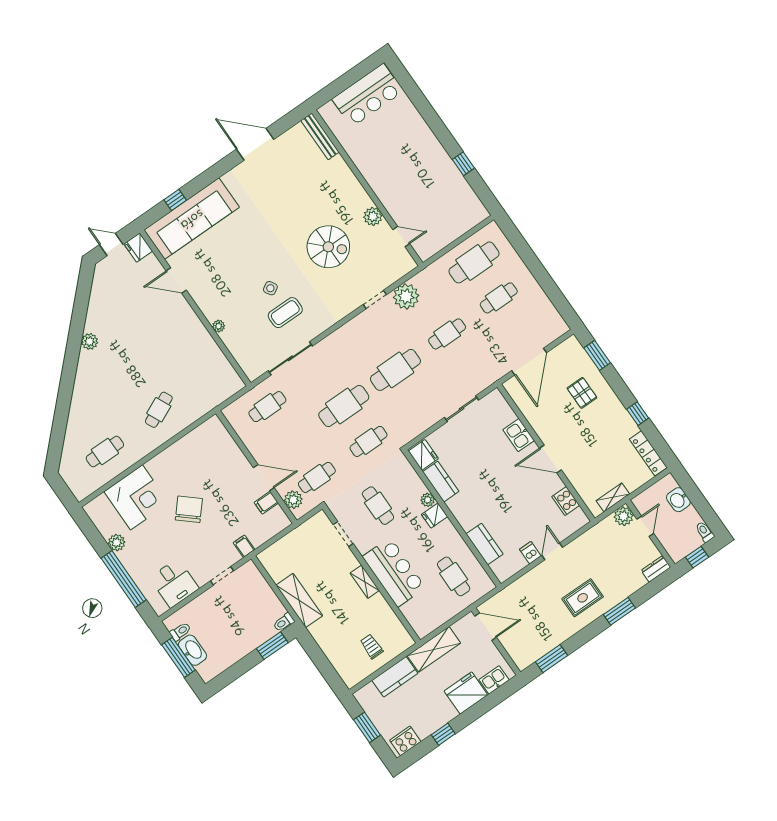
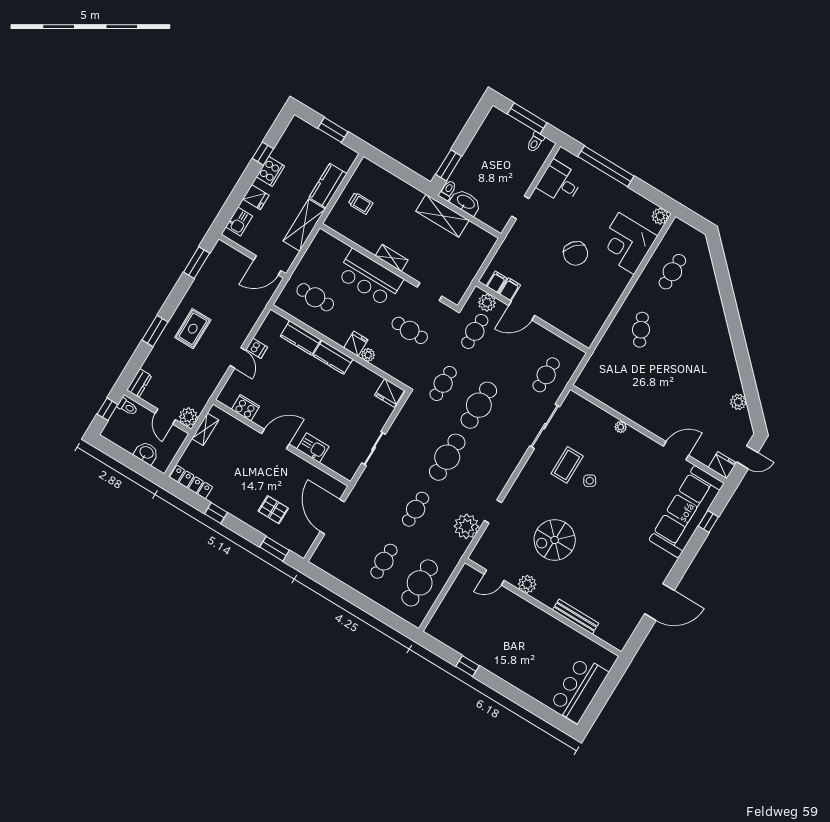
bench: (320, 136) -> (576, 617), moved
plant: (90, 341) -> (738, 402), moved
kitchen counter: (441, 482) -> (333, 357), moved
toilet: (705, 532) -> (127, 407), moved
plant: (117, 543) -> (660, 216), moved
filing cabinet: (244, 546) -> (497, 282), moved, turned -90
washbasin: (192, 650) -> (466, 202), moved, turned 180
fridge: (466, 693) -> (256, 197), width x0.53, depth x0.75
cooker: (405, 741) -> (270, 171), moved

